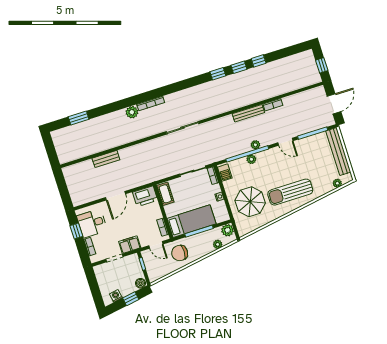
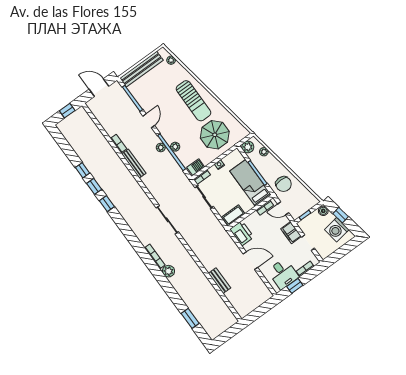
door: (156, 245) -> (283, 208), swing flipped
washing machine: (116, 296) -> (337, 230), width x1.89, depth x1.89

